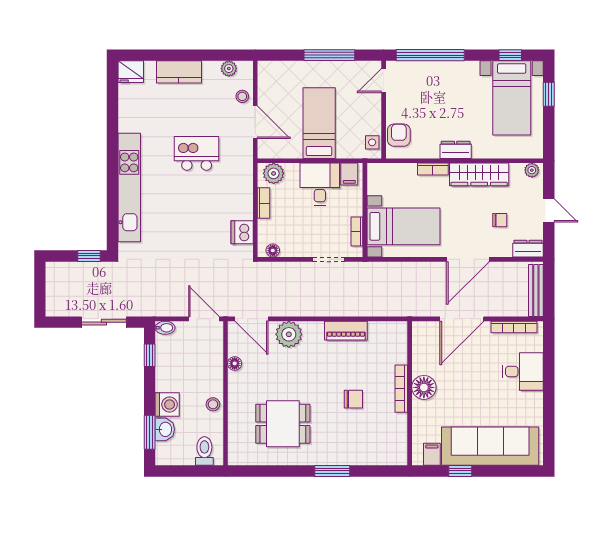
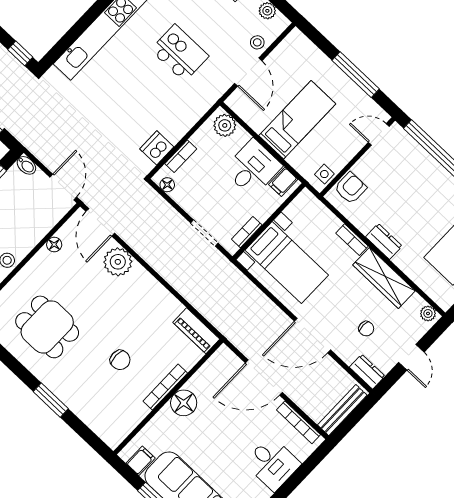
bookcase: (264, 203) -> (181, 156), moved
piano: (346, 331) -> (196, 331), moved

